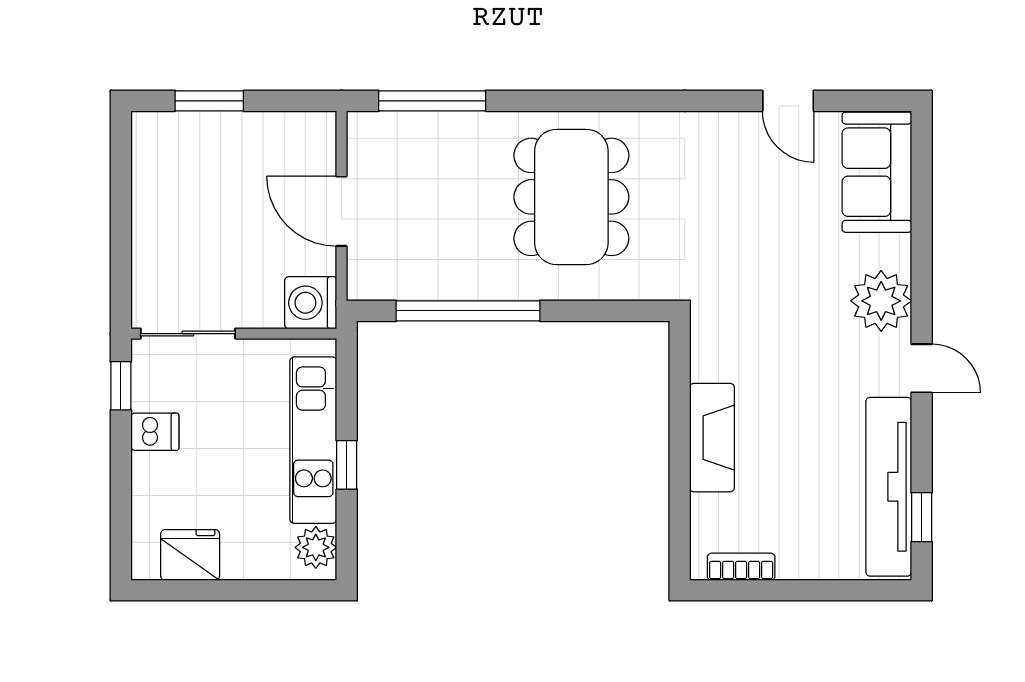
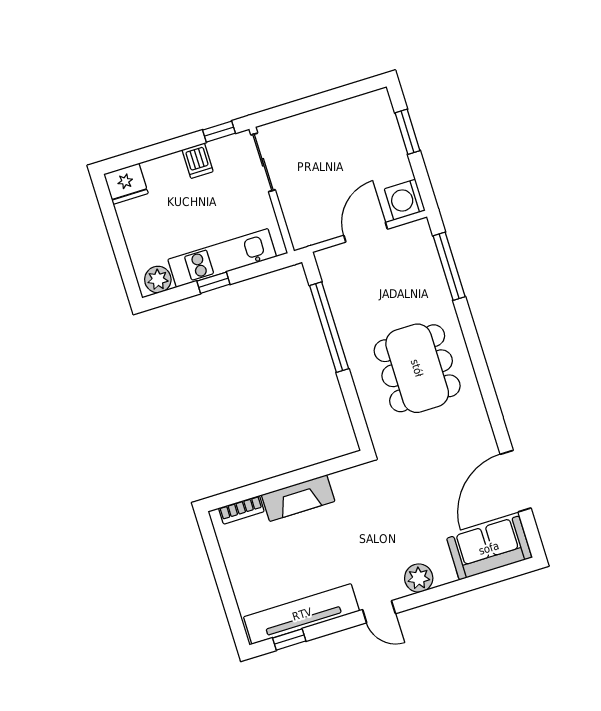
door: (788, 101) -> (516, 481), width x1.88
dining table: (571, 197) -> (417, 368), turned 90
plant: (881, 301) -> (419, 578), width x0.73, depth x0.73
washing machine: (311, 303) -> (405, 200), moved, turned -90
door: (922, 368) -> (379, 612), hinge flipped
fridge: (190, 555) -> (126, 184), moved, turned 90
bookcase: (741, 567) -> (241, 510), moved, turned 90

